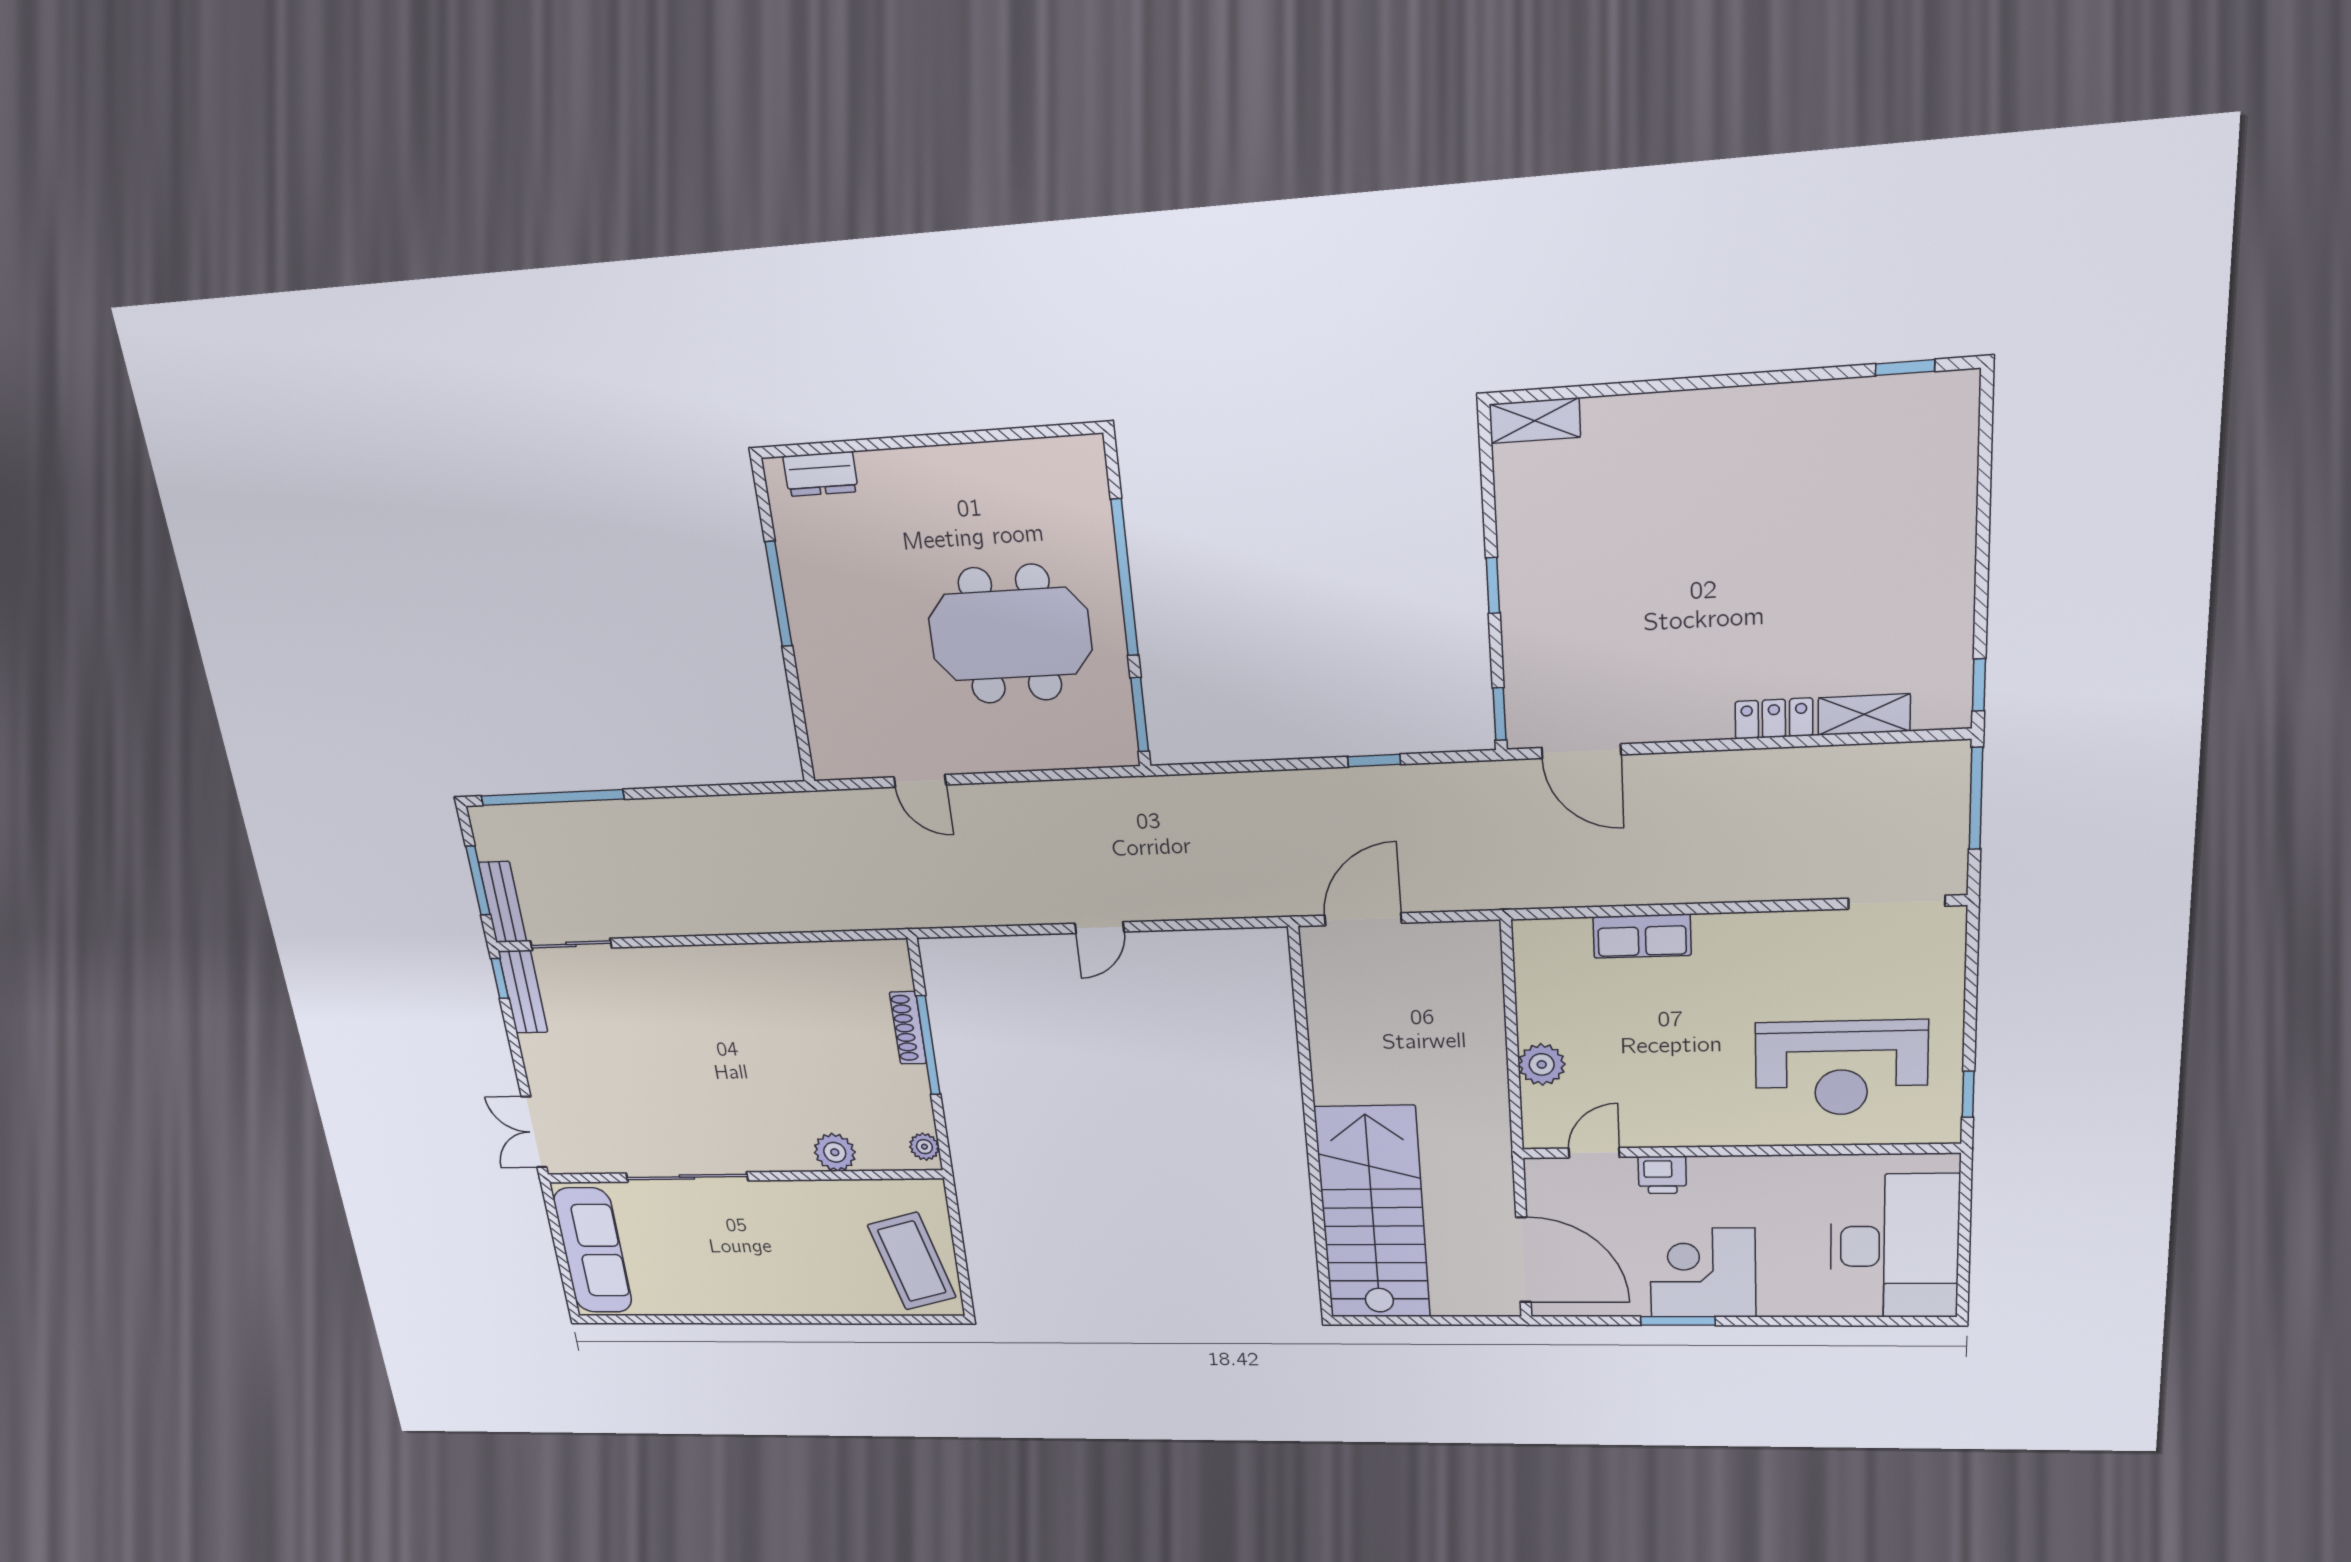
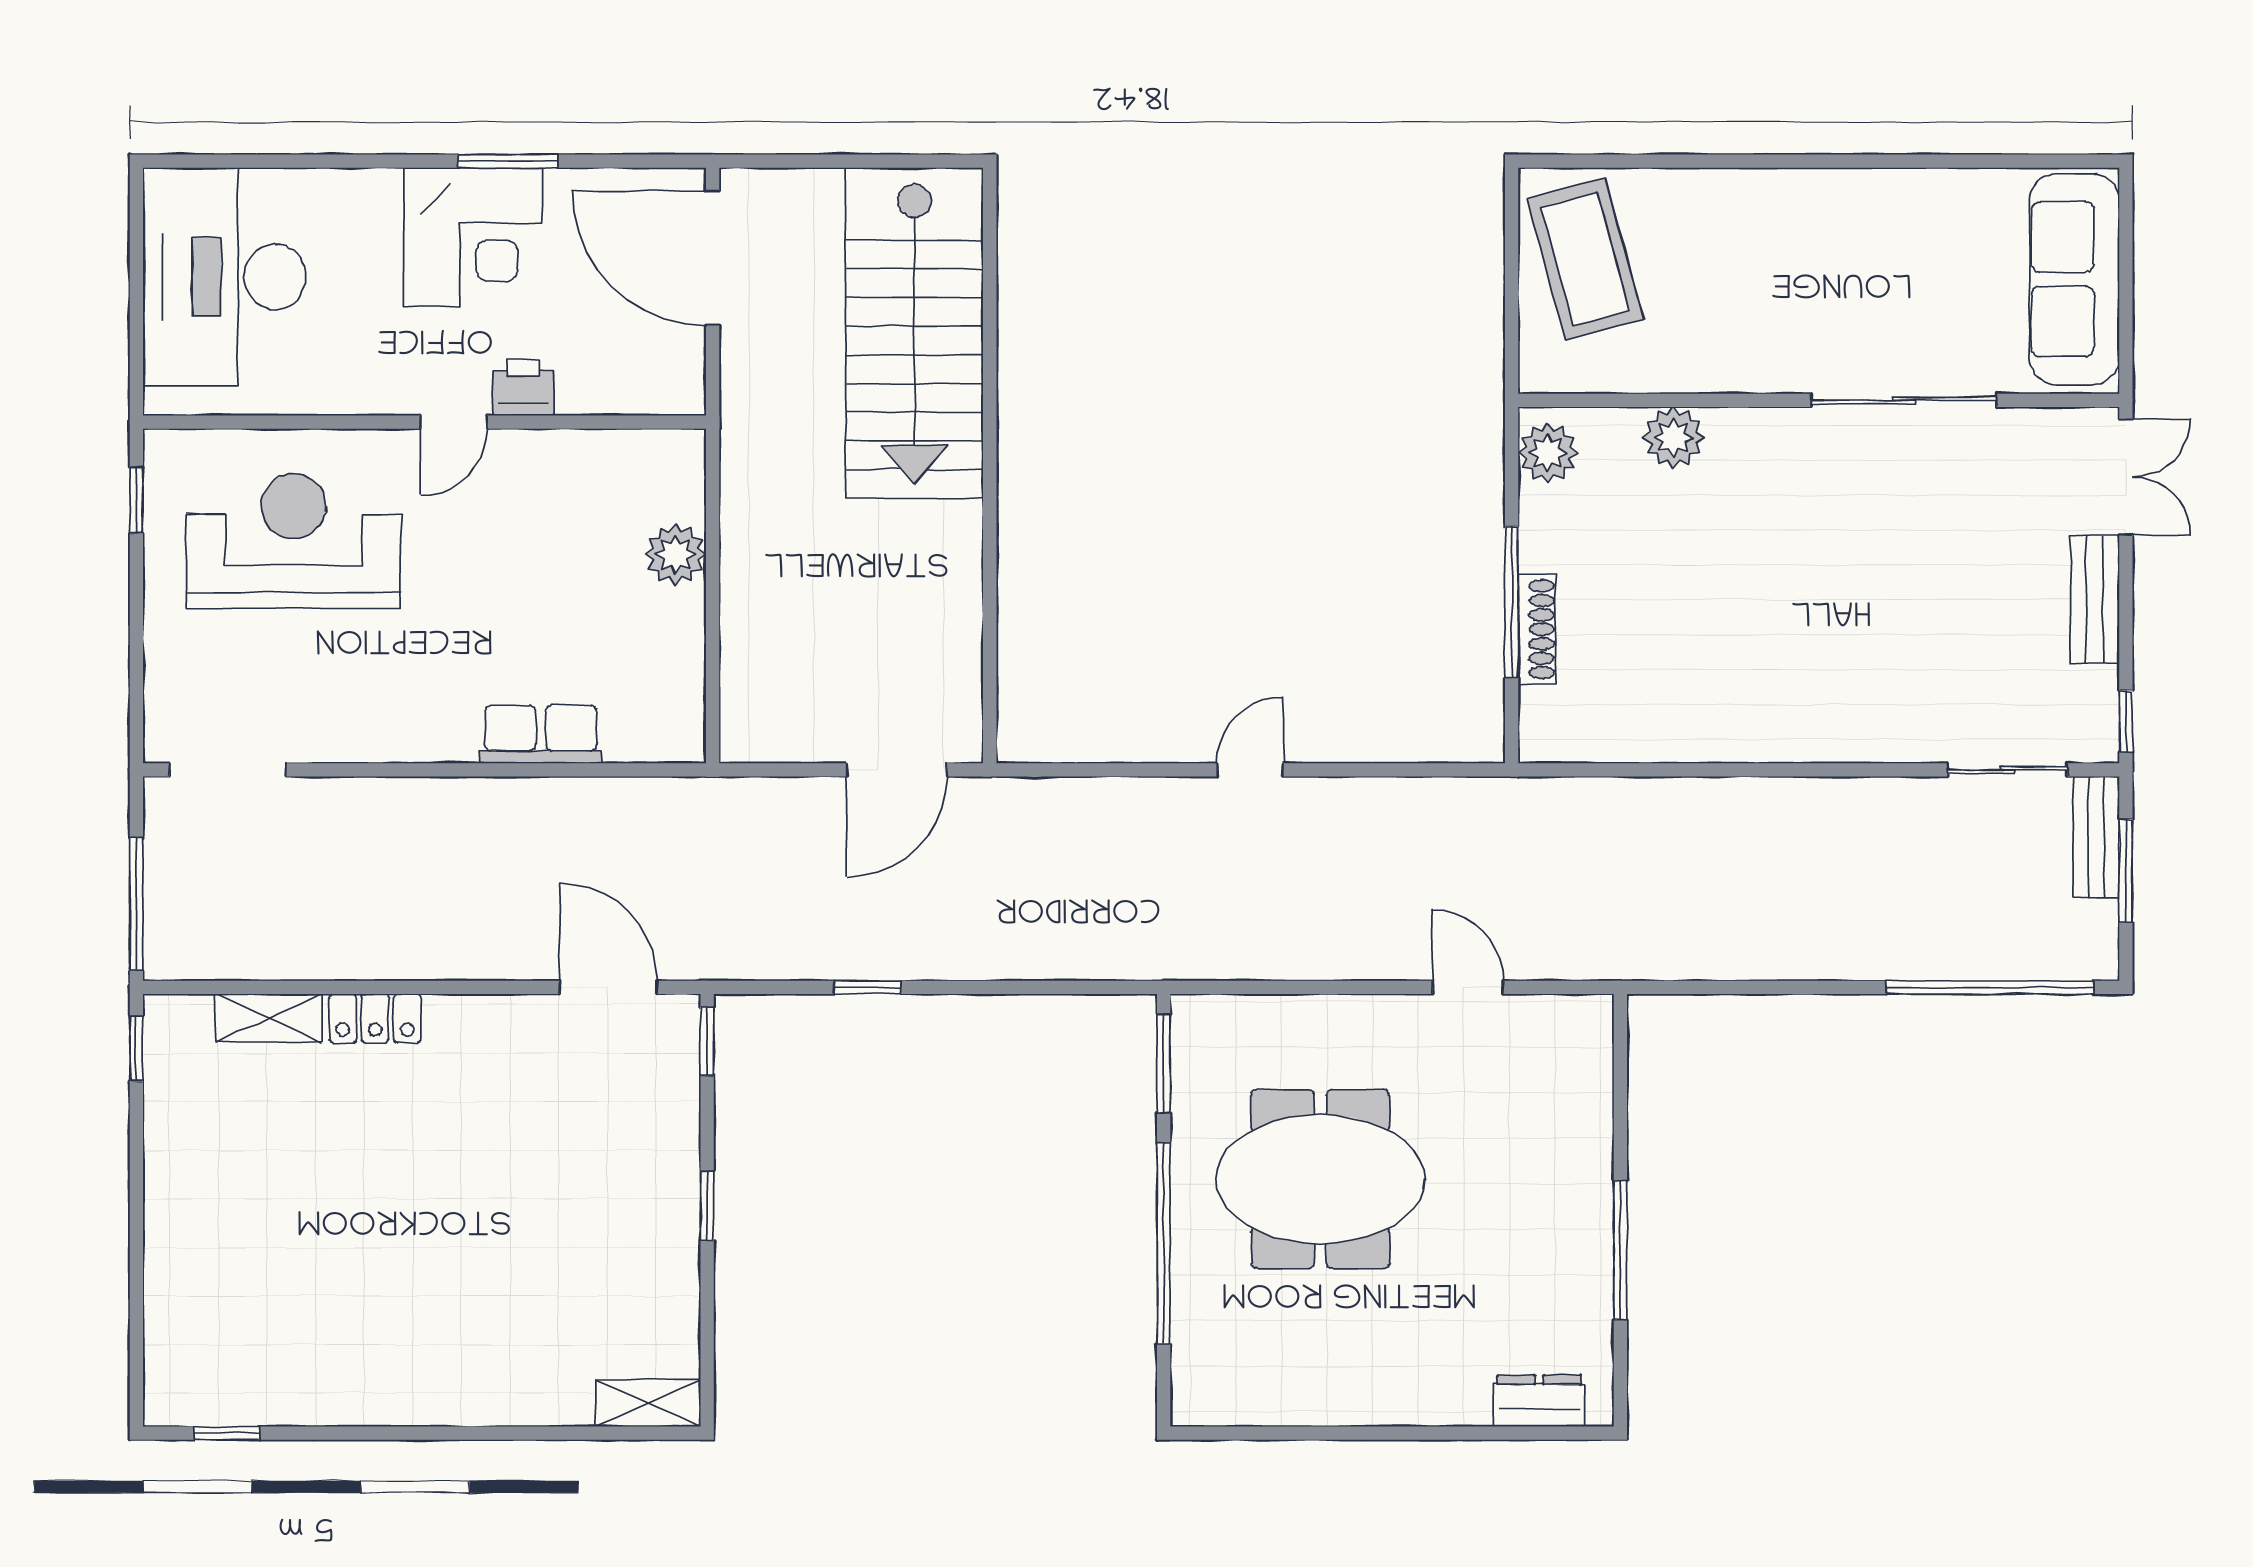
bench: (523, 992) -> (2095, 599), moved
plant: (924, 1147) -> (1548, 453), width x1.38, depth x1.38
door: (1594, 1153) -> (454, 422), moved

